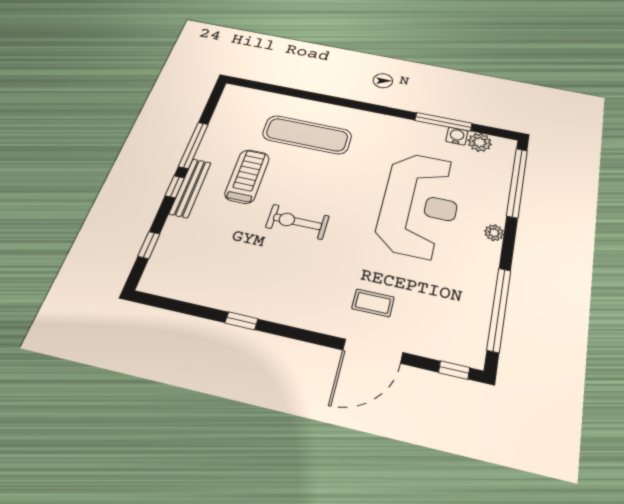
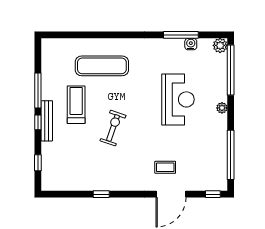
plant: (480, 142) -> (220, 45), moved
reception desk: (420, 205) -> (178, 99), width x0.74, depth x0.77
exercise bike: (297, 222) -> (113, 128), turned 109

